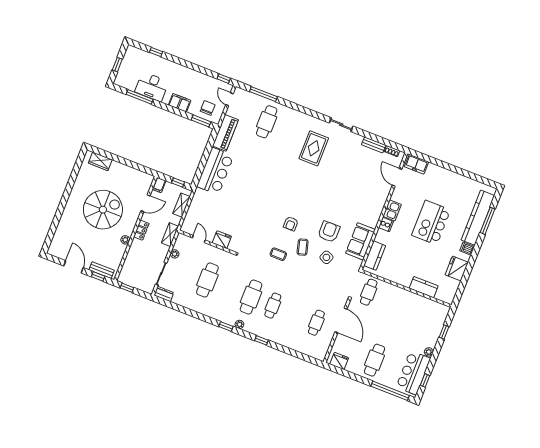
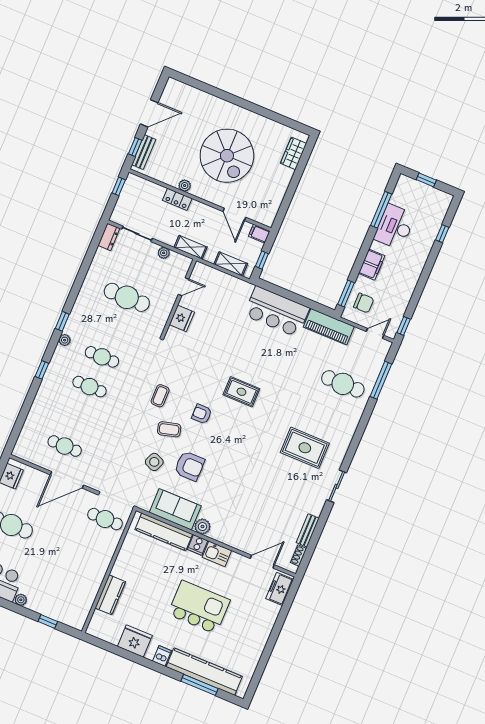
rug: (274, 195) -> (241, 392), added
plant: (373, 221) -> (202, 527), added
locker: (141, 230) -> (177, 199), moved
kitchen counter: (375, 256) -> (164, 532), width x1.50
cafe table: (251, 297) -> (102, 357), width x0.73, depth x0.74

